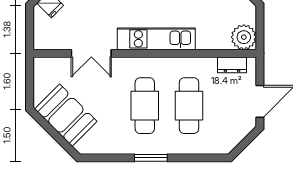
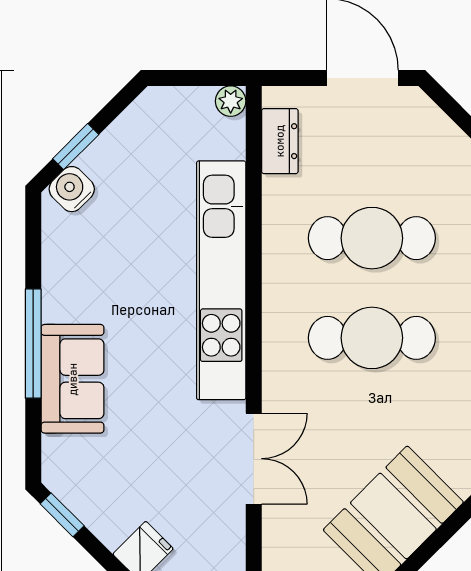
plant: (244, 37) -> (231, 101), width x0.53, depth x0.53
kitchen unit: (156, 39) -> (221, 280), width x1.36

